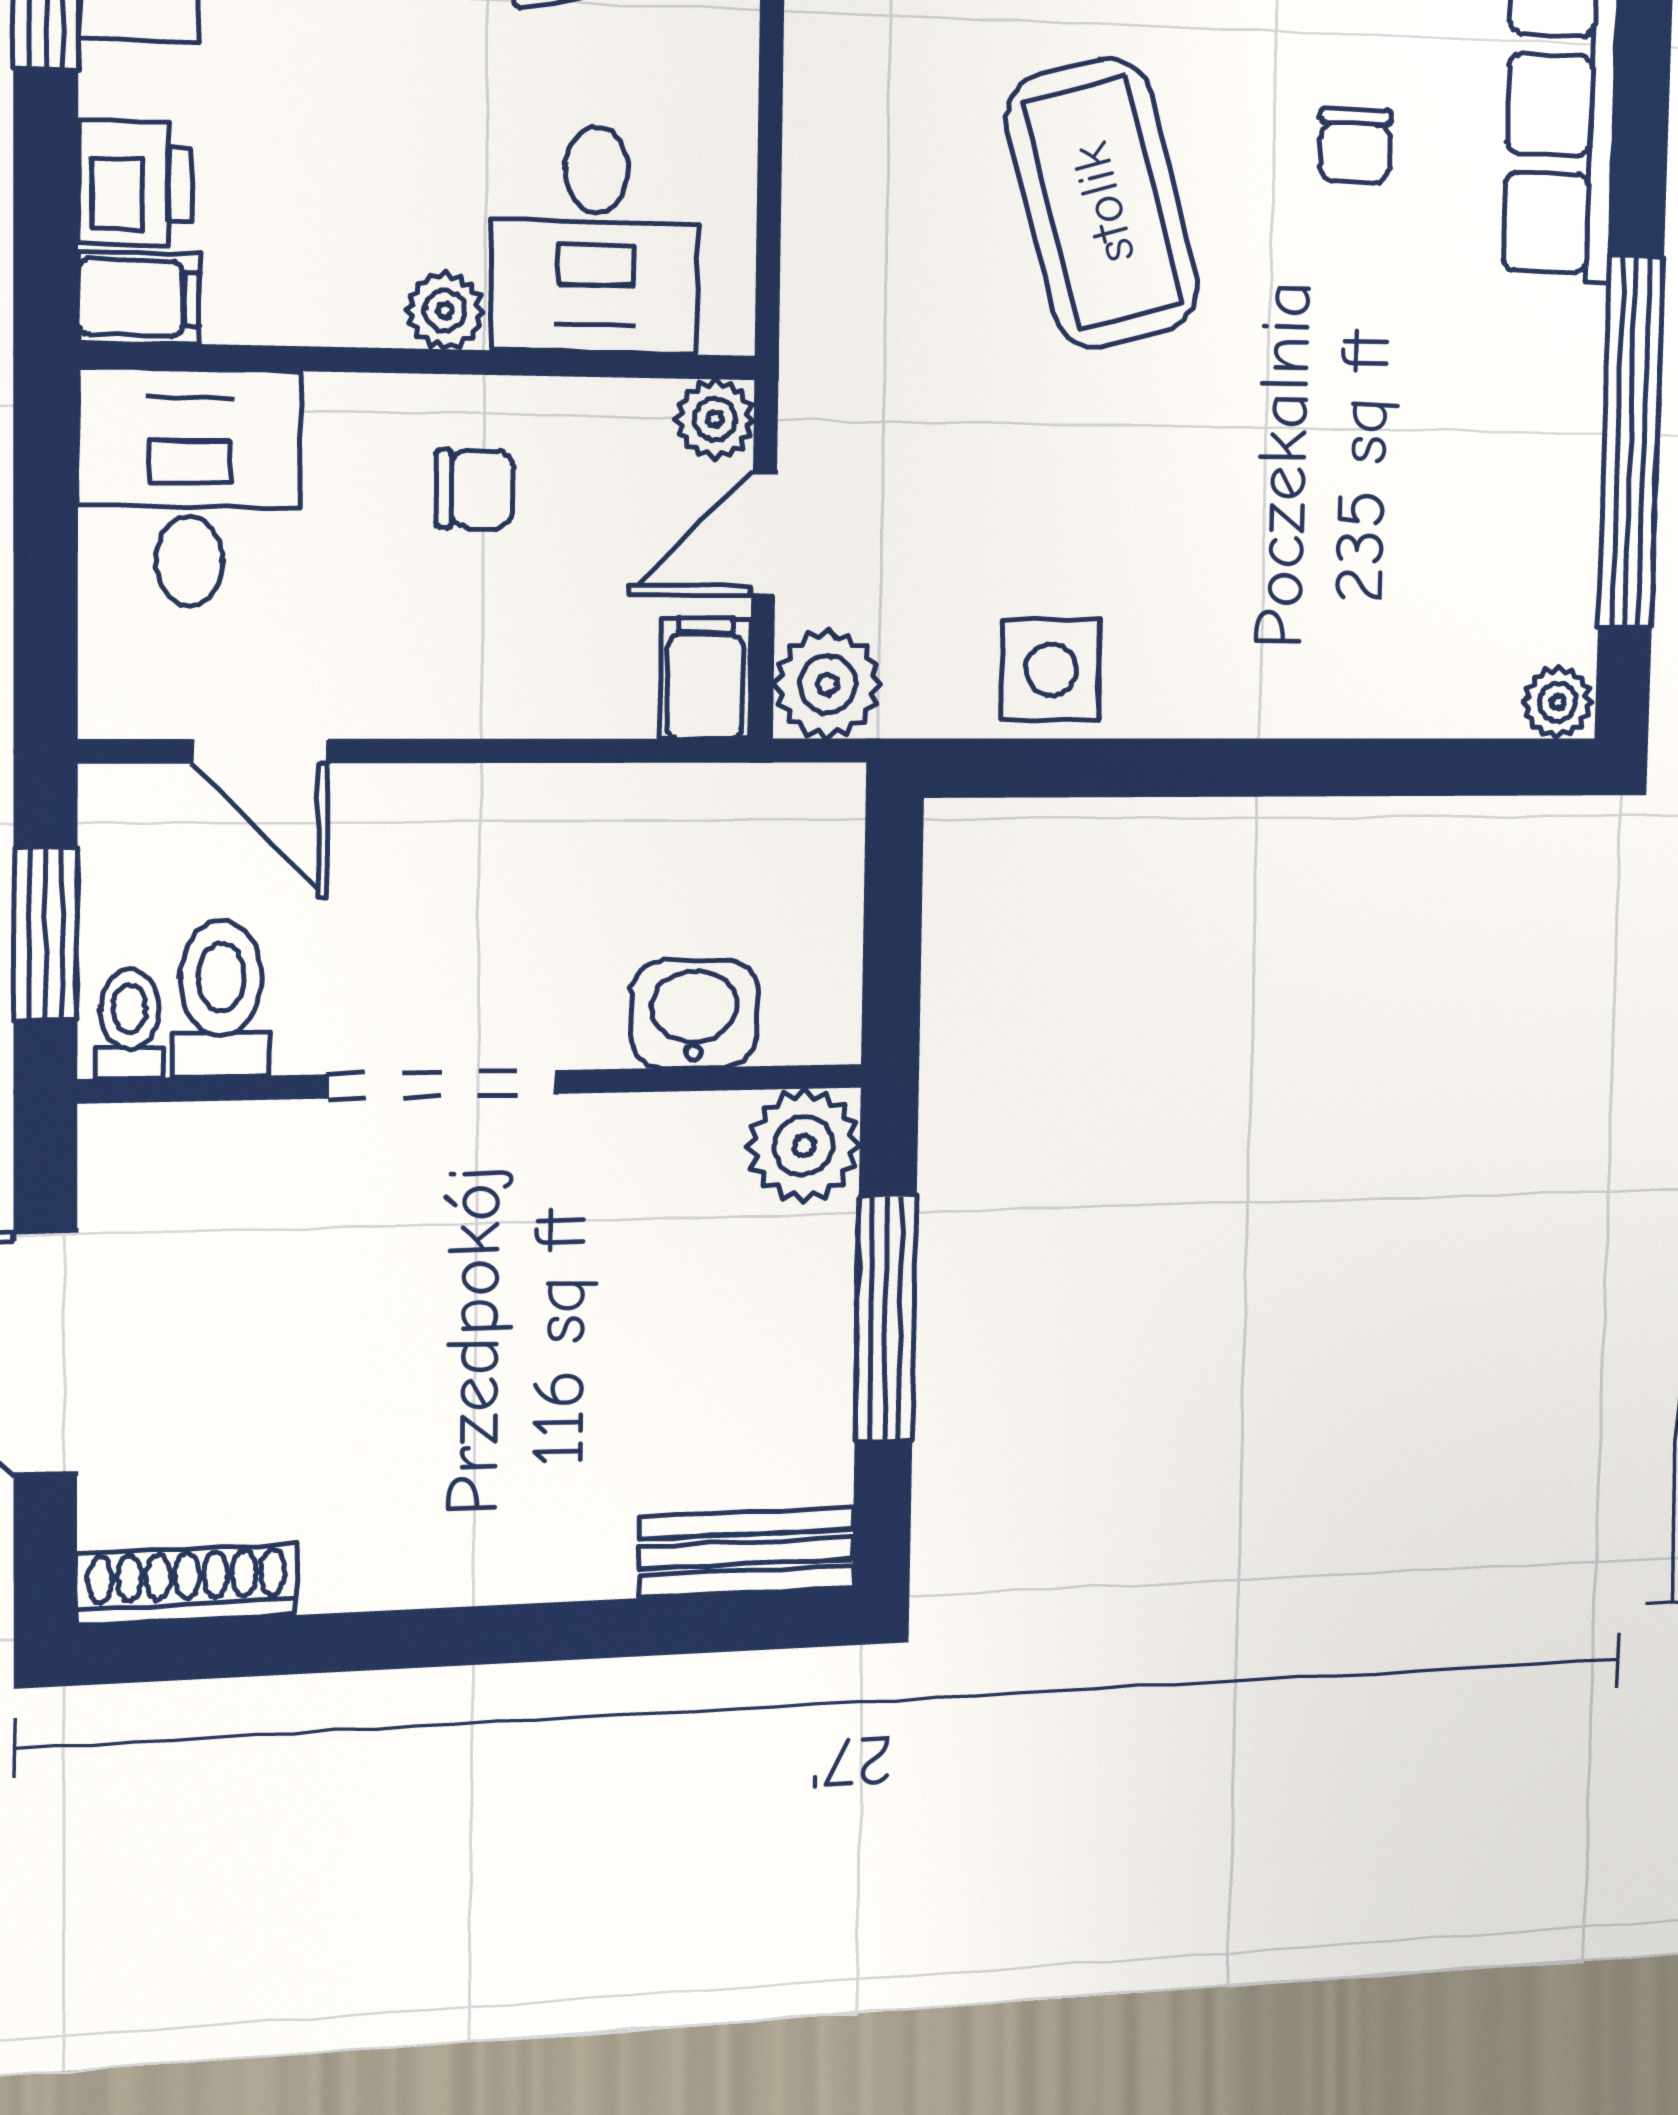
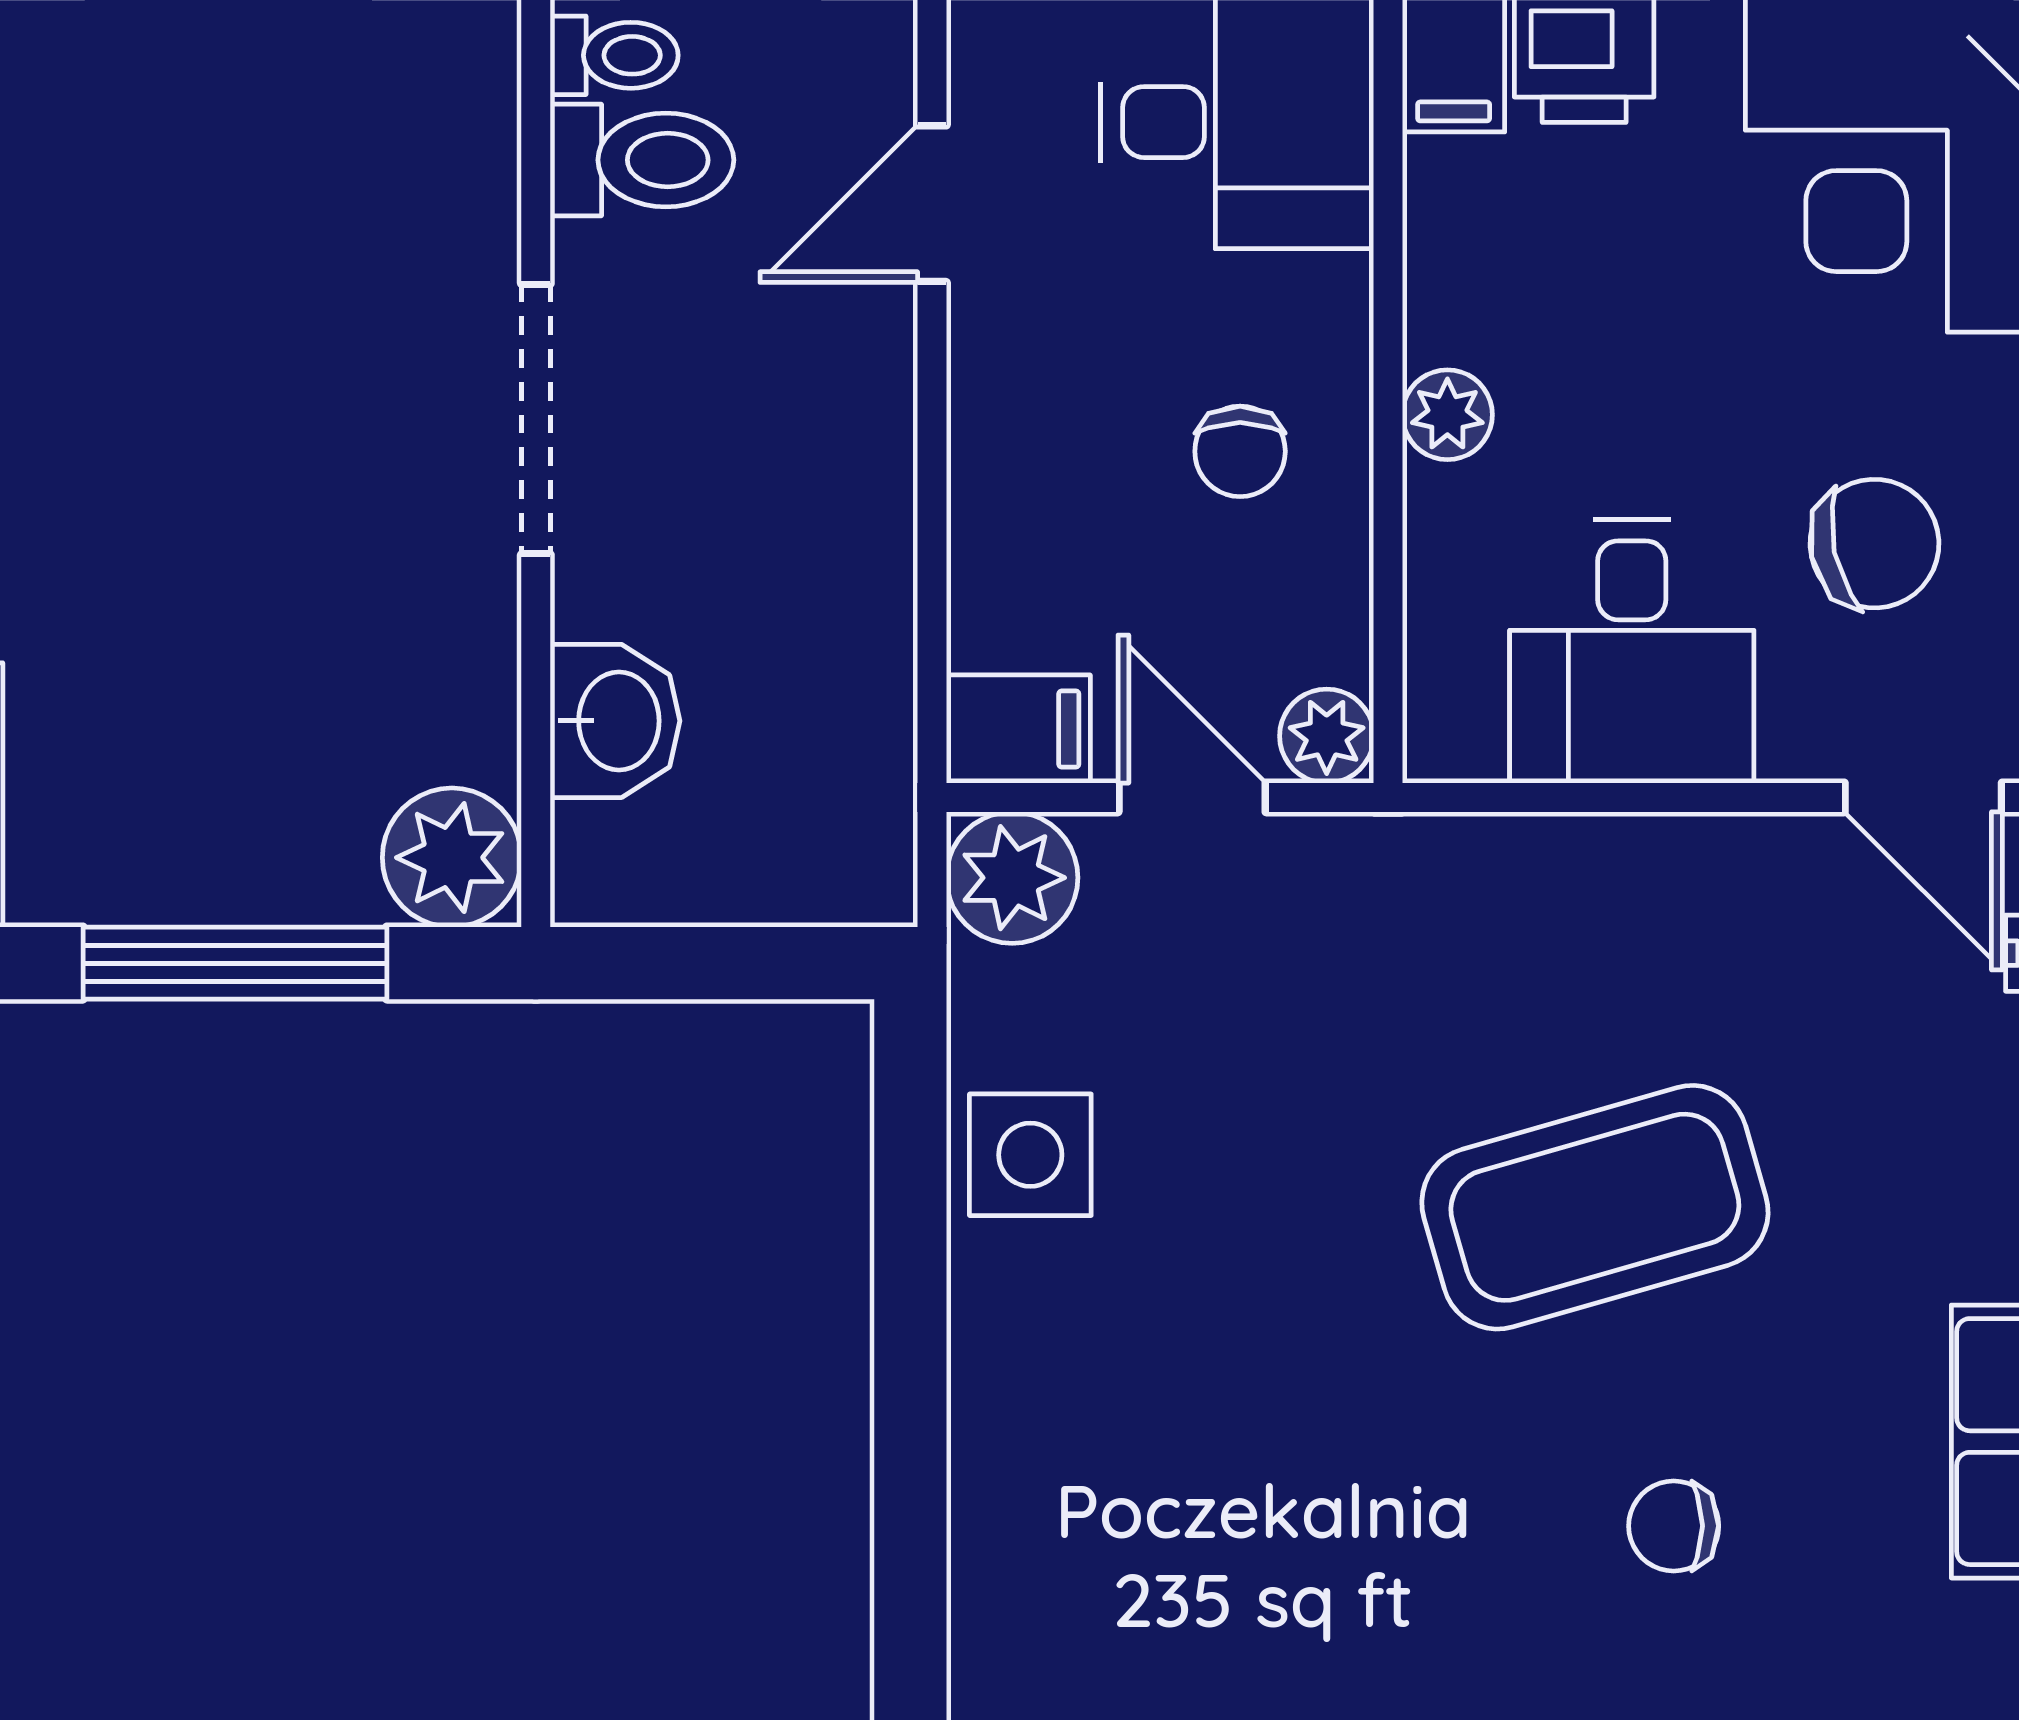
desk: (596, 240) -> (1632, 651), moved, turned -90

